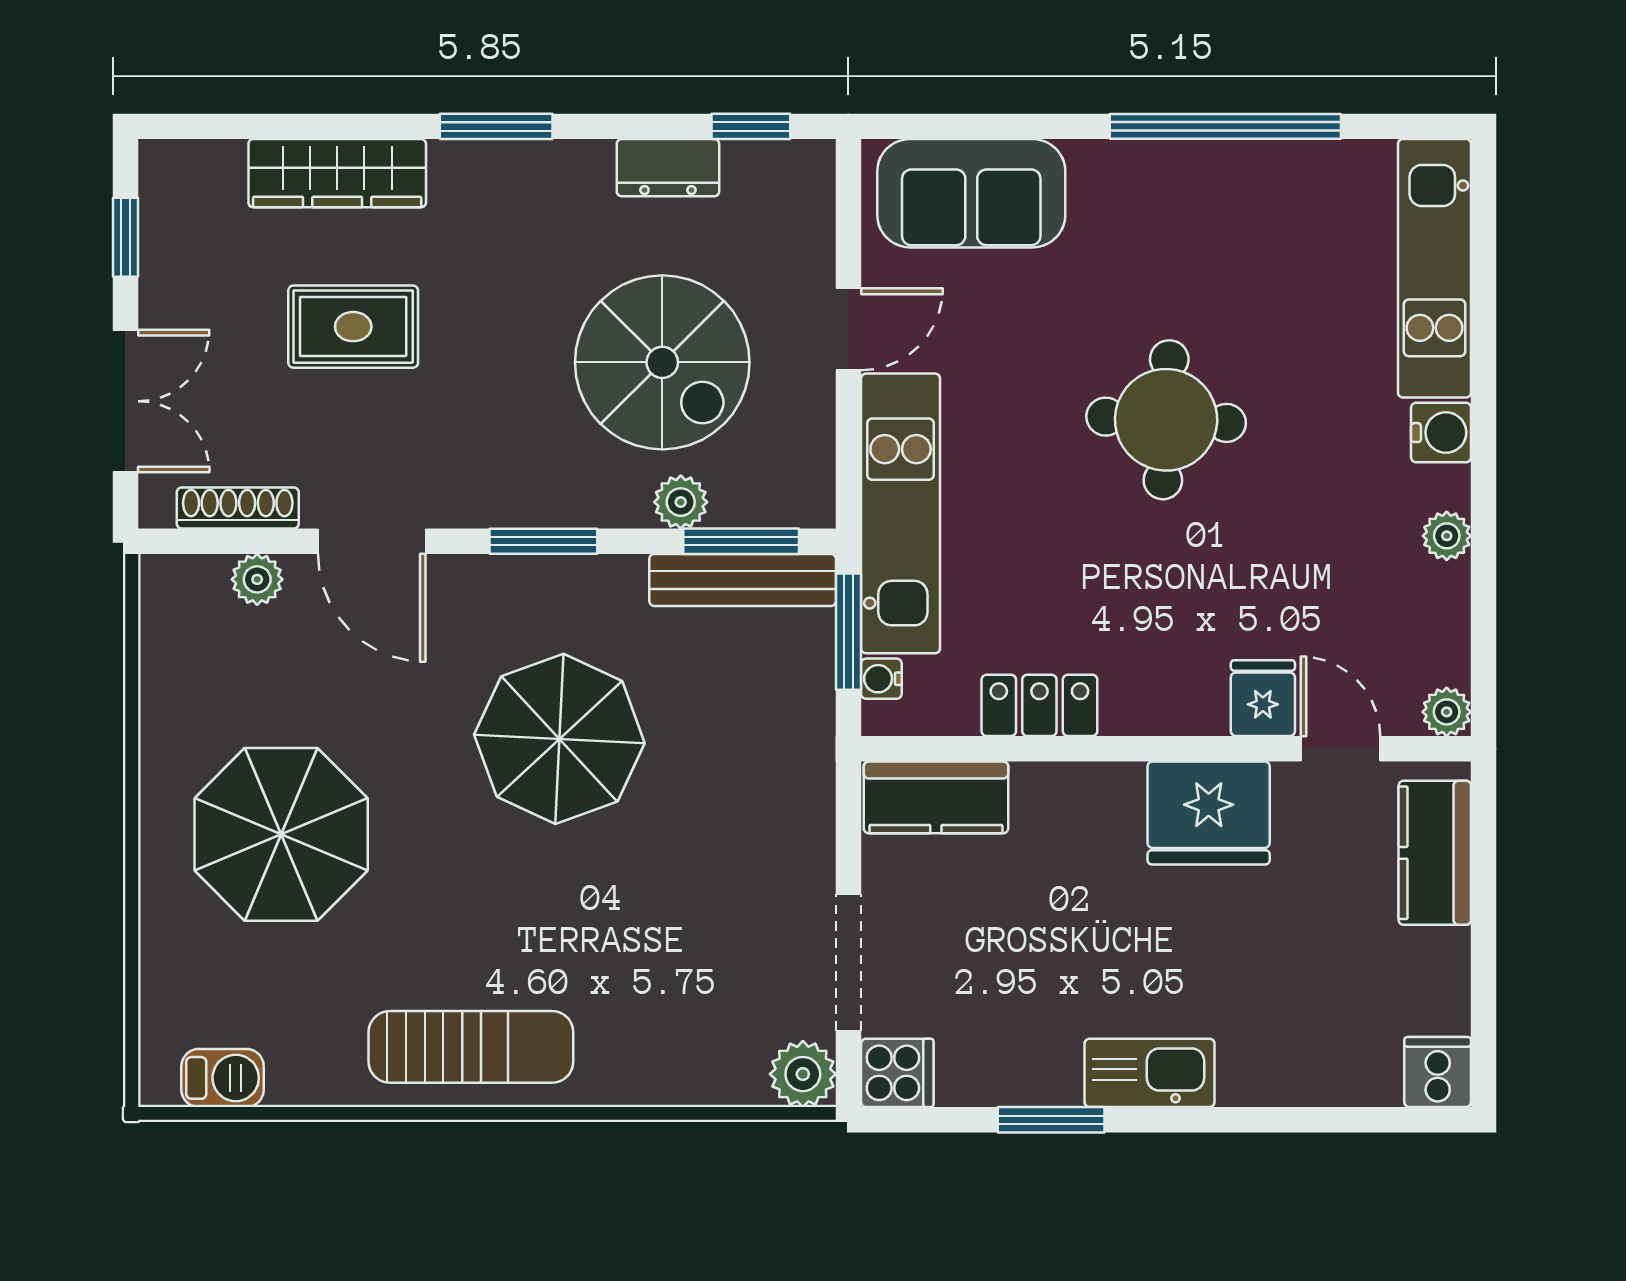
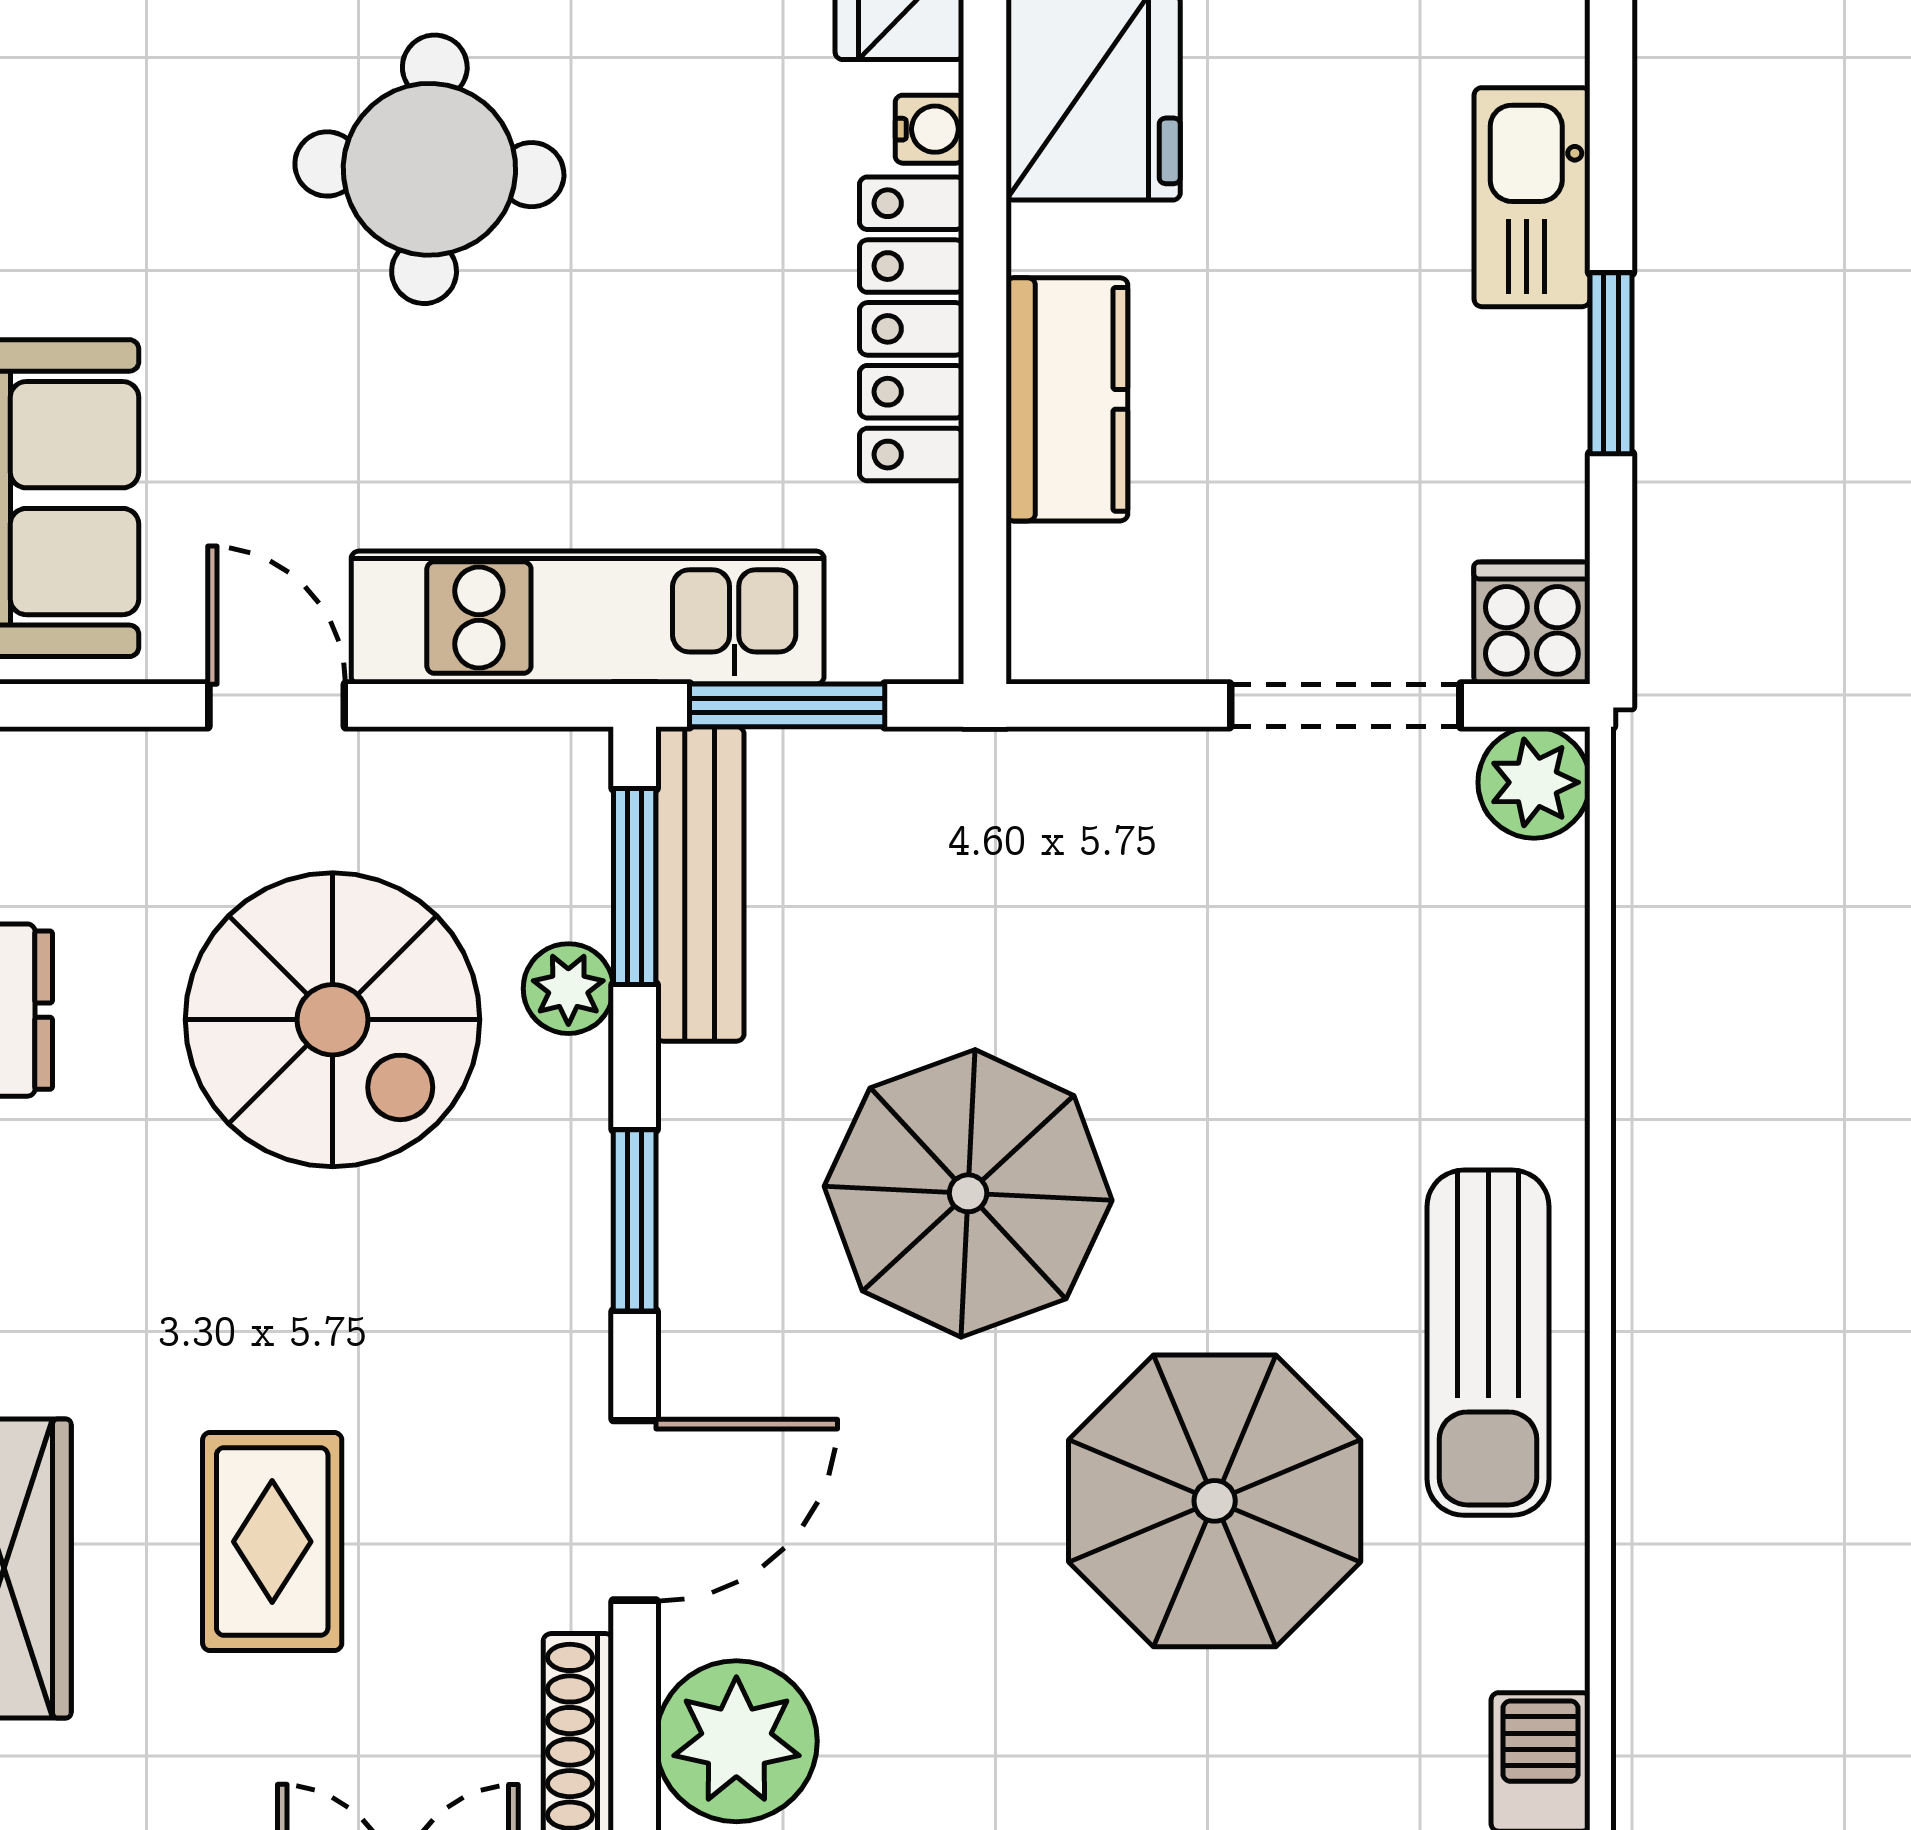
spiral stairs: (662, 362) -> (333, 1020), turned 90
plant: (257, 579) -> (736, 1741), width x1.88, depth x1.88
water cooler: (881, 679) -> (929, 129), moved, turned -90
locker: (1039, 705) -> (912, 329), width x1.53
kitchen counter: (936, 797) -> (1067, 399), moved
parasol: (281, 834) -> (1215, 1501), moved
sun lounger: (471, 1047) -> (1488, 1343), turned 180

